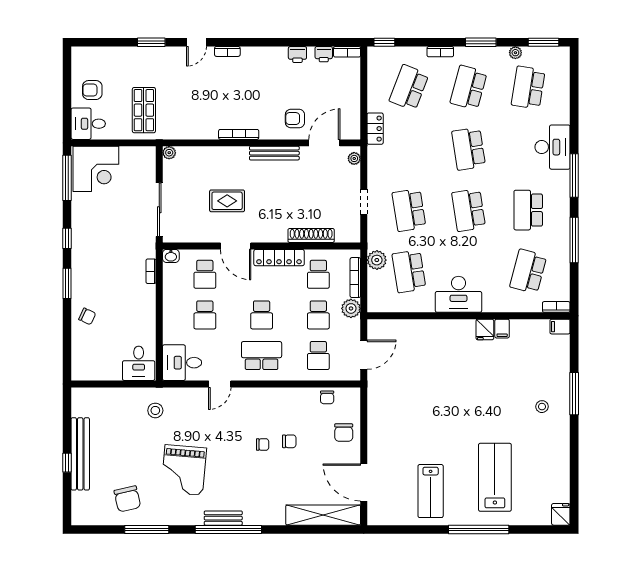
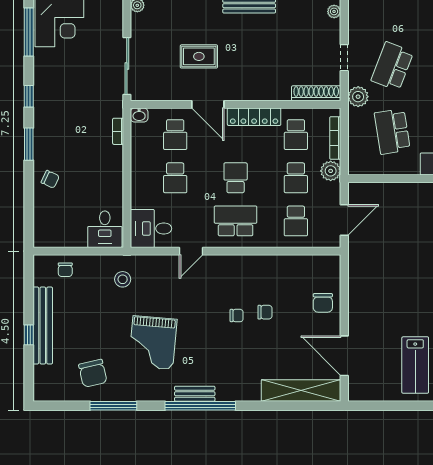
school desk: (409, 210) -> (392, 66), turned 30
shoe rack: (311, 235) -> (316, 93), moved
plant: (377, 260) -> (358, 97), moved
school desk: (262, 315) -> (236, 178), turned 180
chair: (327, 397) -> (65, 270), moved

